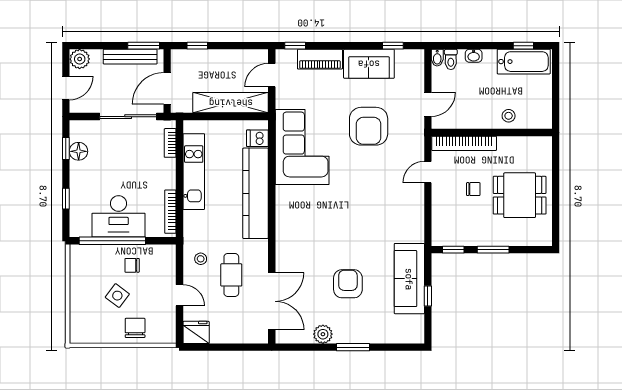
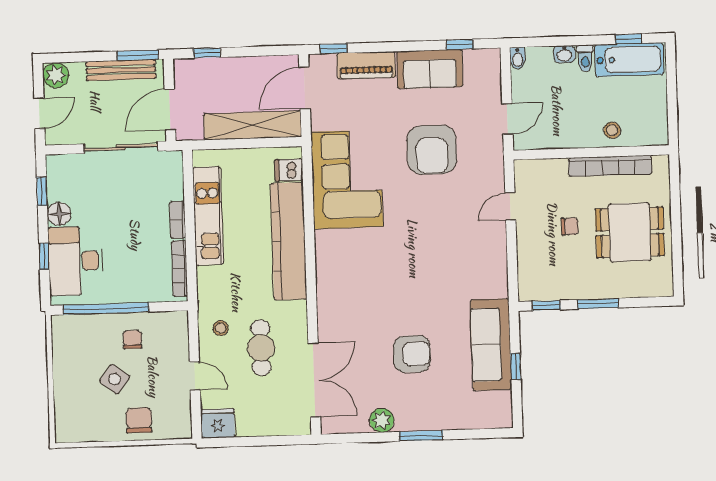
toilet: (451, 59) -> (585, 58), moved
door: (272, 75) -> (305, 88), width x1.38
bookcase: (170, 143) -> (178, 220), moved
bookcase: (464, 143) -> (610, 166), moved
floor lamp: (79, 151) -> (59, 214), moved
desk: (119, 216) -> (76, 261), moved, turned 90
chair: (132, 265) -> (132, 339), turned 90
armchair: (348, 284) -> (412, 354), turned 90

